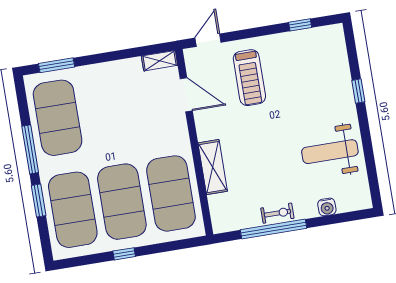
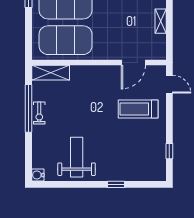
shelving: (160, 61) -> (161, 21), moved
shelving: (213, 167) -> (51, 73), moved
water cooler: (327, 207) -> (38, 175), moved

